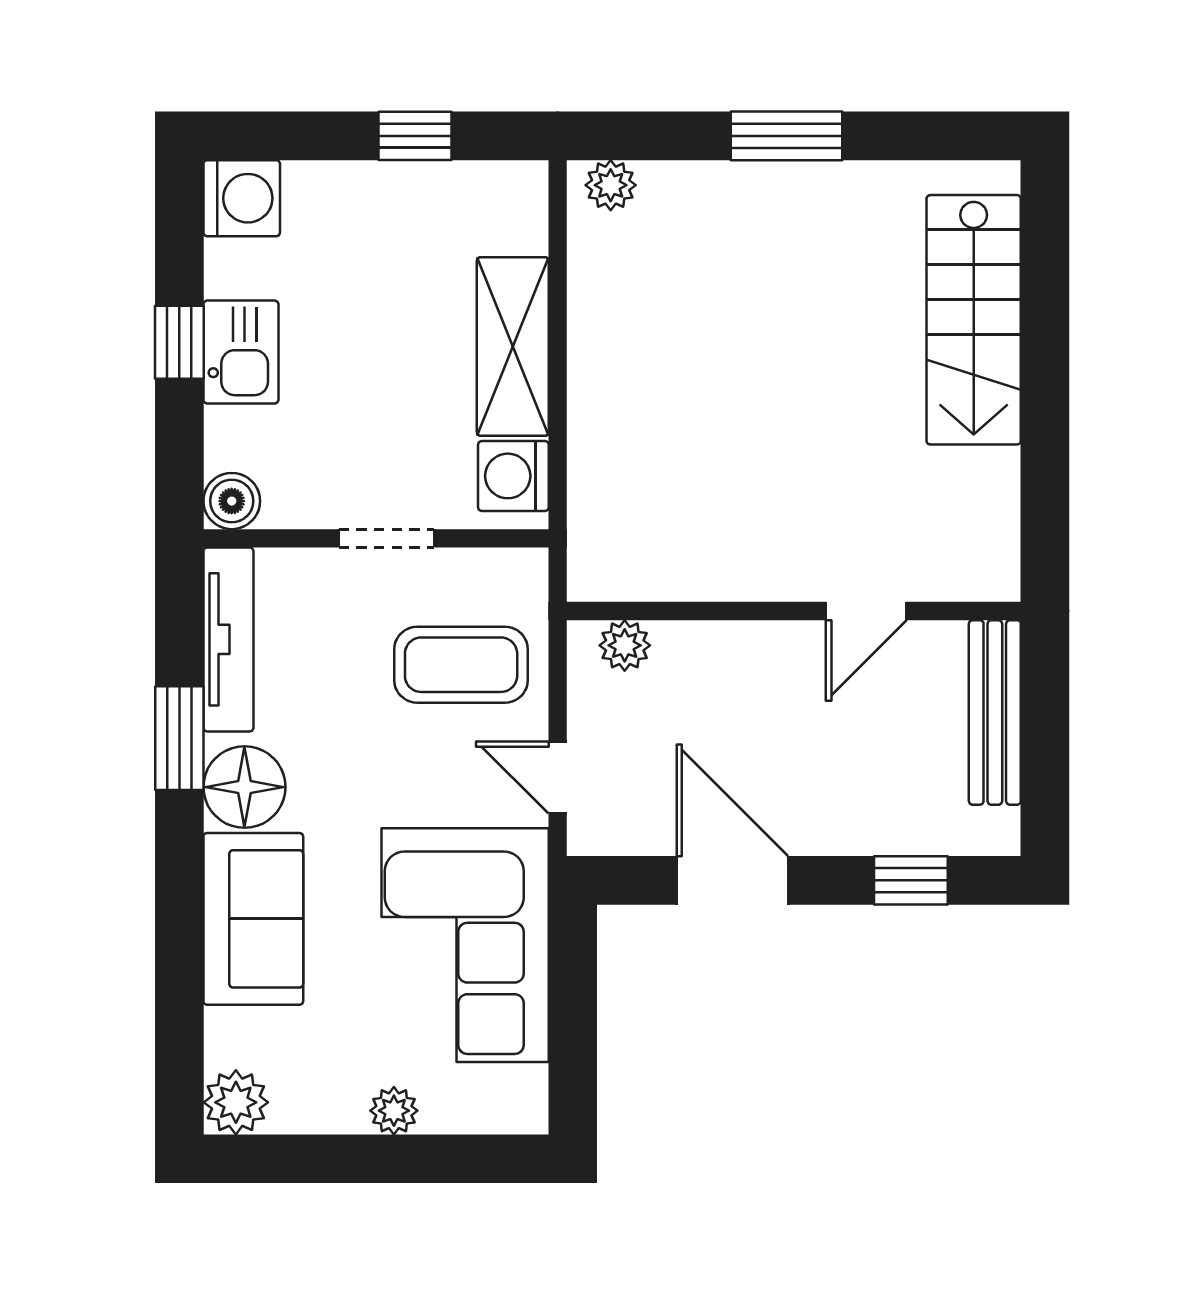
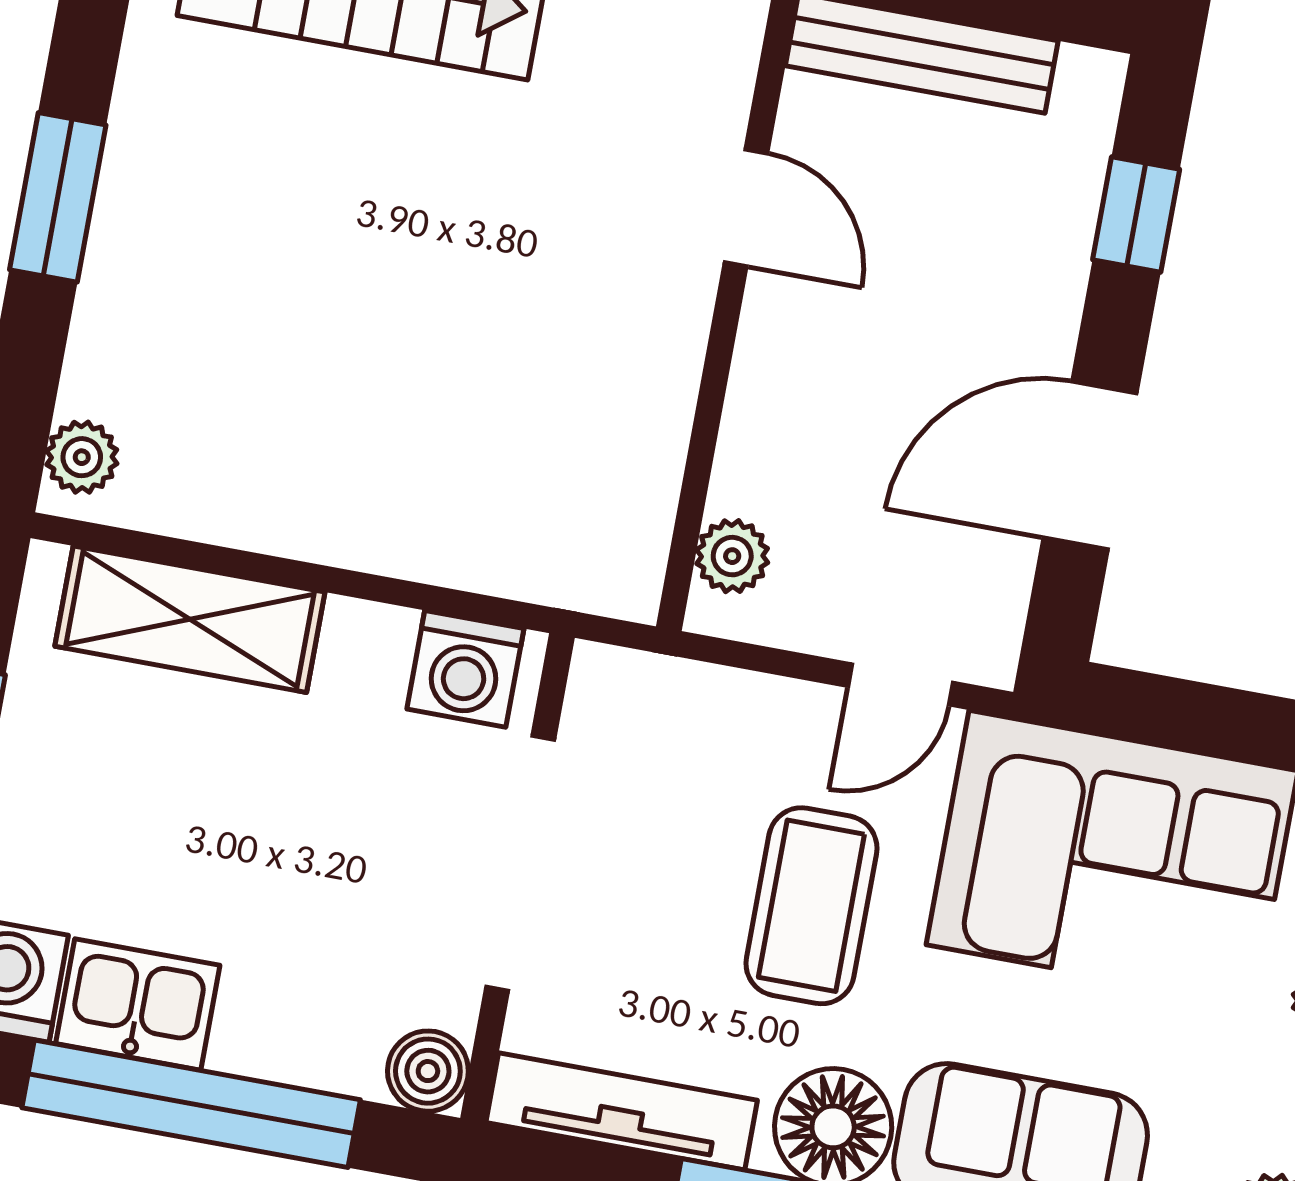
window: (179, 342) -> (191, 1104), width x3.17
shelving: (513, 347) -> (190, 619), moved
kitchen sink: (241, 352) -> (138, 1004), moved
doorway: (387, 538) -> (520, 863), width x1.87
coffee table: (461, 665) -> (811, 906), moved

